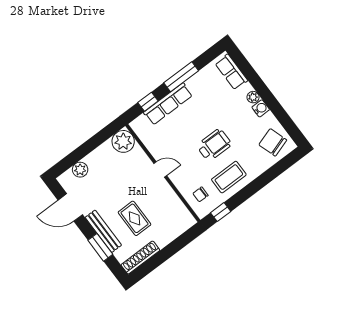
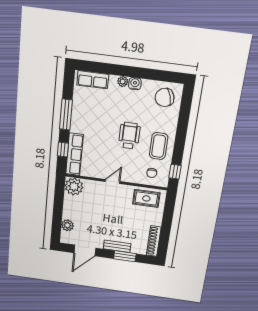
row of seats: (168, 104) -> (74, 154), moved
rug: (135, 218) -> (146, 198), moved
bench: (103, 231) -> (117, 246), width x0.73

